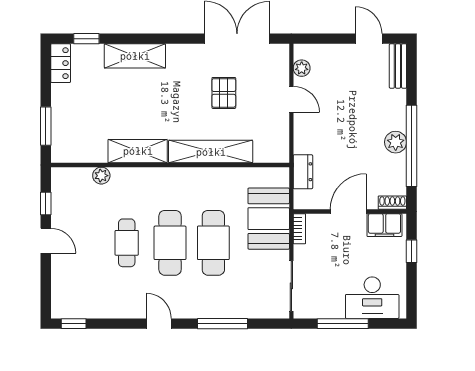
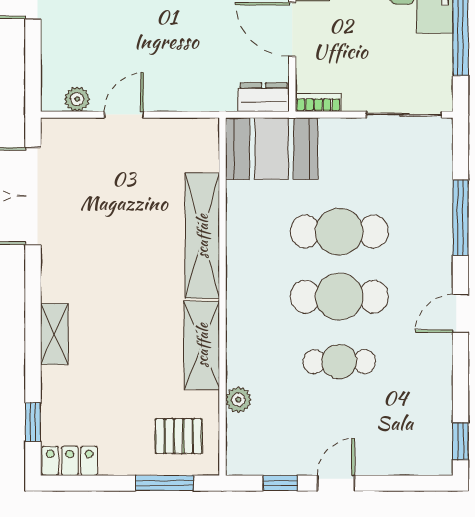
shelving: (135, 56) -> (54, 334), width x0.67, depth x0.75
pallet: (224, 93) -> (179, 436), moved
dresser: (303, 172) -> (264, 97), moved
booth: (269, 219) -> (272, 149), moved

